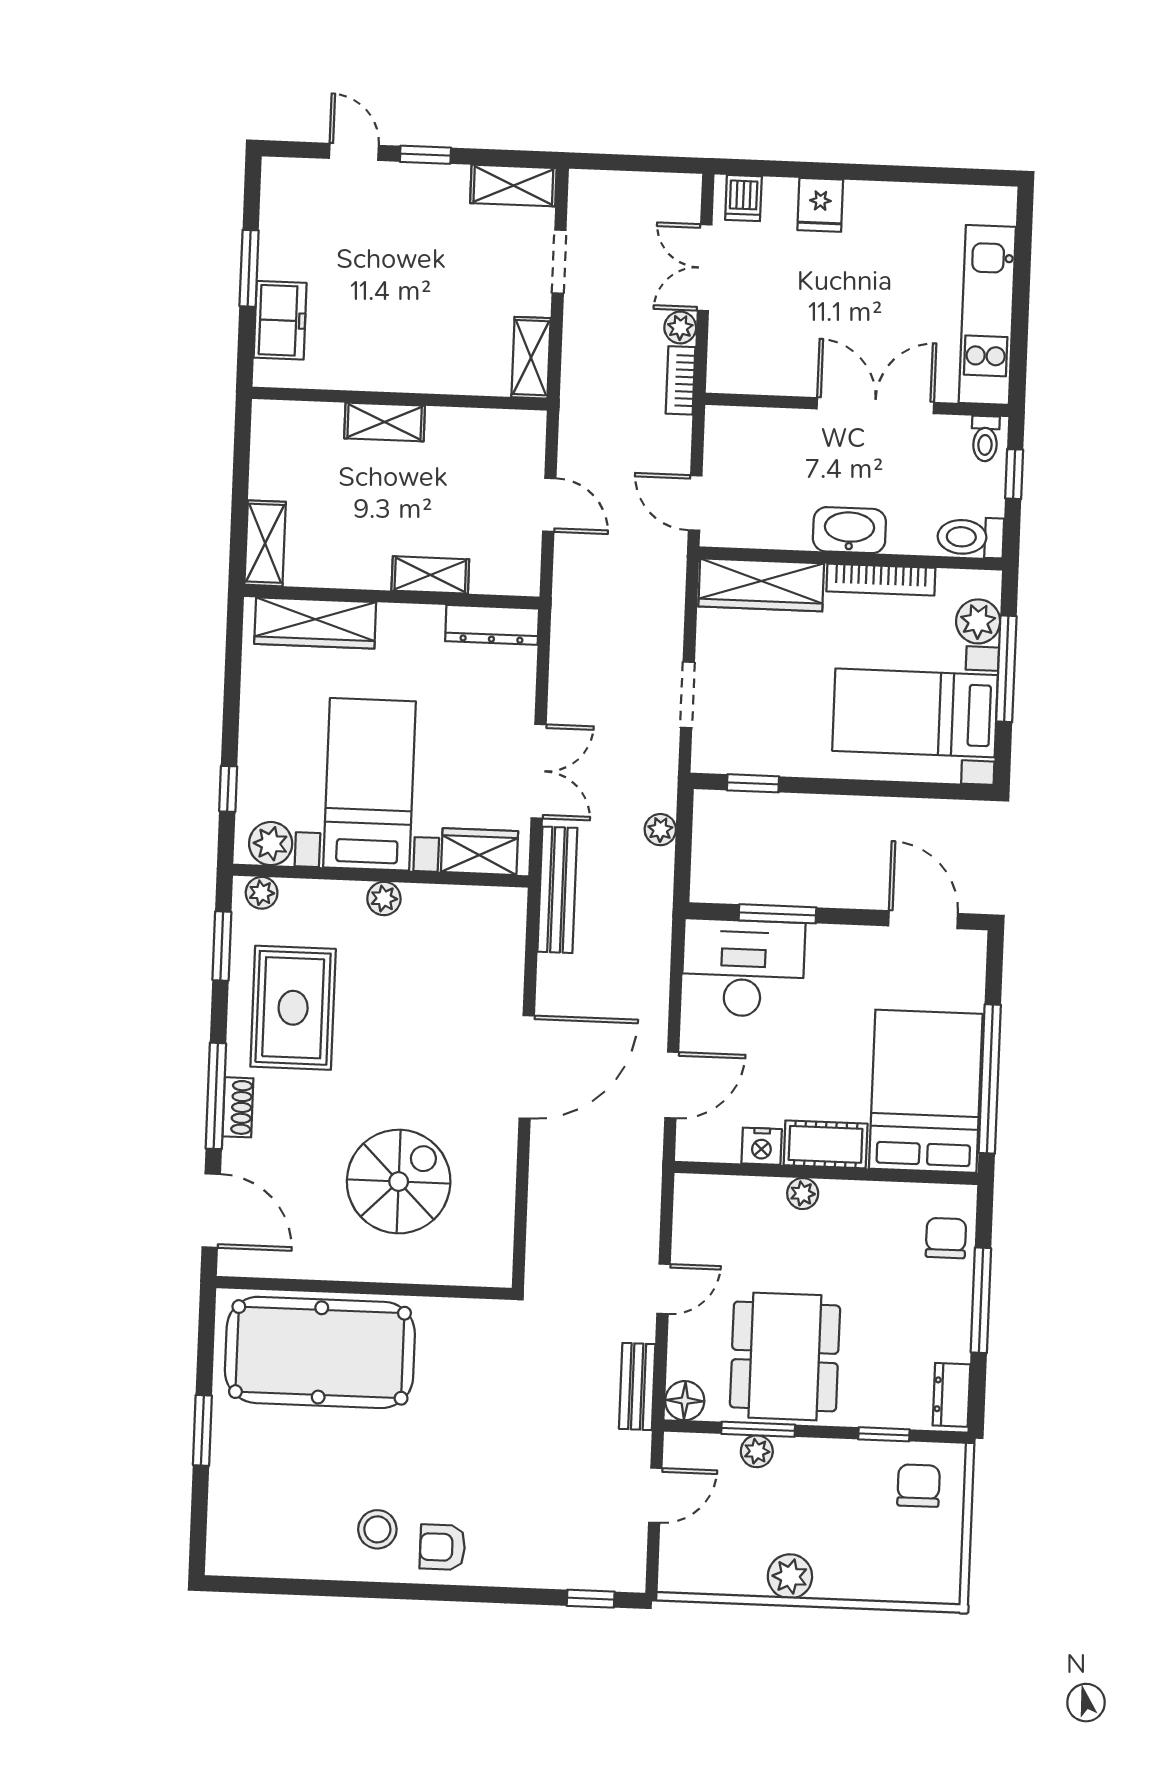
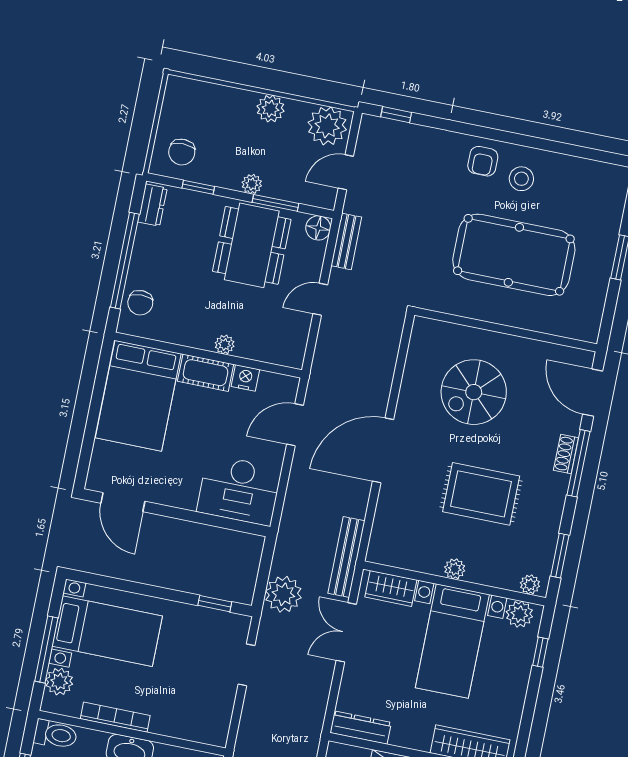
wardrobe: (761, 585) -> (190, 726), removed
plant: (660, 830) -> (283, 594), width x1.88, depth x1.88
window: (777, 914) -> (212, 520), removed
rug: (293, 1008) -> (481, 494), moved, turned 90
window: (990, 1079) -> (97, 397), removed
window: (981, 1300) -> (125, 261), width x1.46
pool table: (320, 1352) -> (514, 255), moved
plant: (757, 1451) -> (252, 184), moved
armchair: (442, 1547) -> (483, 161), turned 90
plant: (696, 1563) -> (327, 126), added

